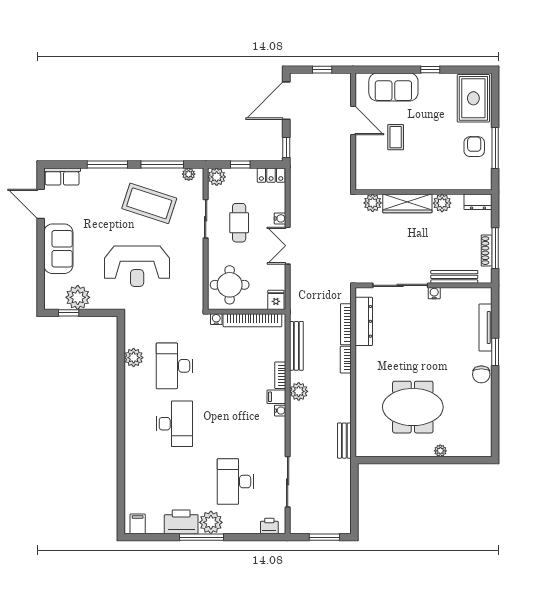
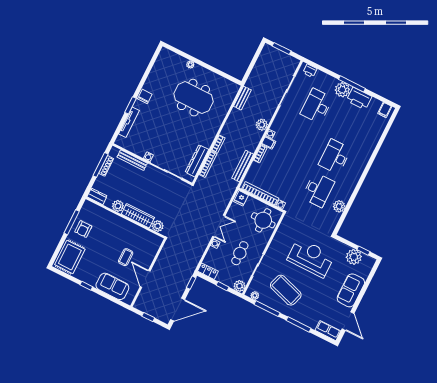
plant: (299, 391) -> (262, 125), moved
desk: (235, 482) -> (317, 106), turned 180

